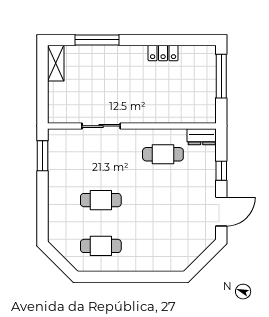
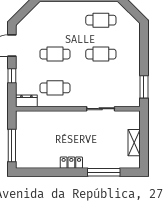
locker: (163, 53) -> (71, 163), moved
shelving: (56, 63) -> (134, 143), moved
cafe table: (163, 200) -> (55, 54), added

